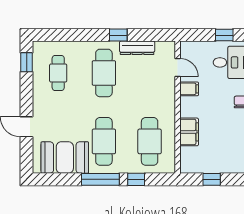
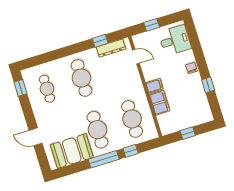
window: (118, 35) -> (100, 41), moved
window: (224, 35) -> (152, 25), moved
dresser: (137, 48) -> (111, 48), moved
filing cabinet: (189, 89) -> (154, 86), moved

